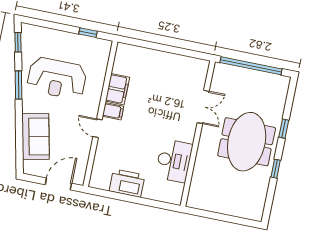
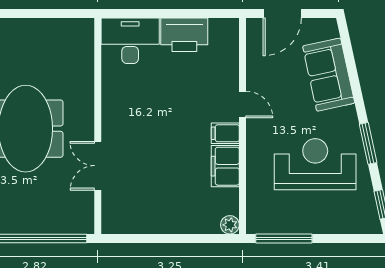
window: (88, 33) -> (284, 238), width x2.17
plant: (122, 49) -> (230, 225), added
desk: (174, 161) -> (130, 41), moved, turned 90

